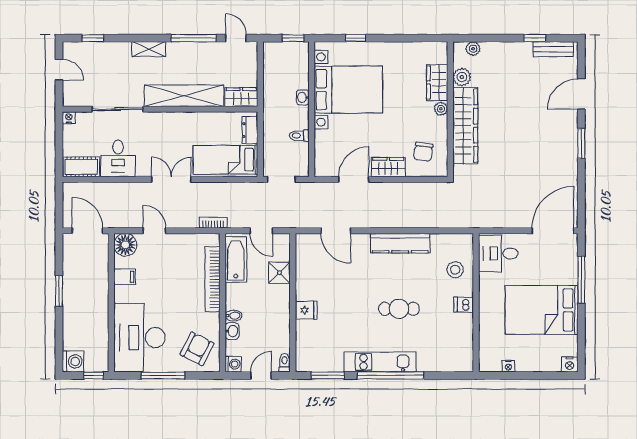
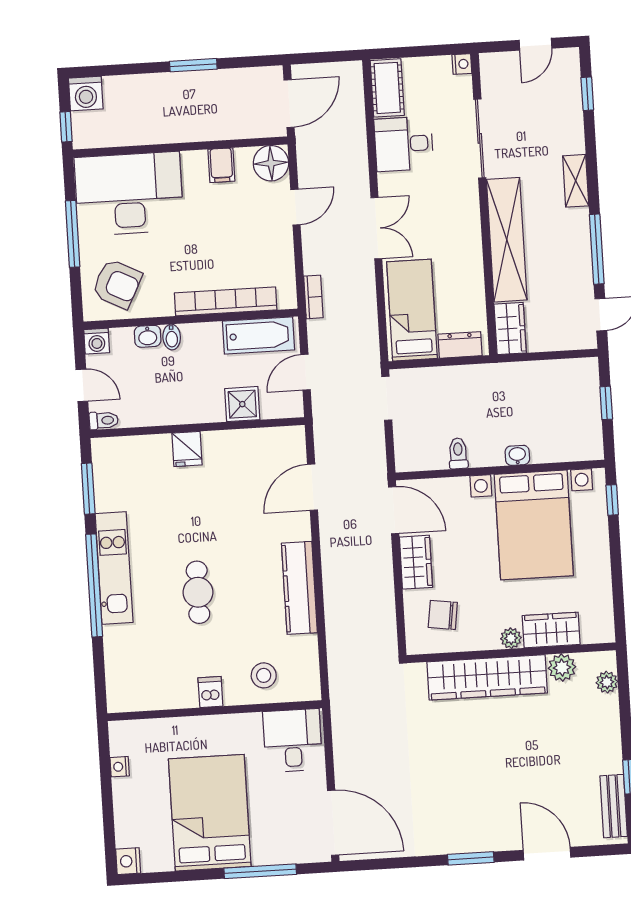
bed with nightstands: (348, 90) -> (534, 525), moved
washbasin: (303, 97) -> (517, 455), moved
wall: (312, 109) -> (500, 470), moved
toilet: (299, 136) -> (458, 453), moved

